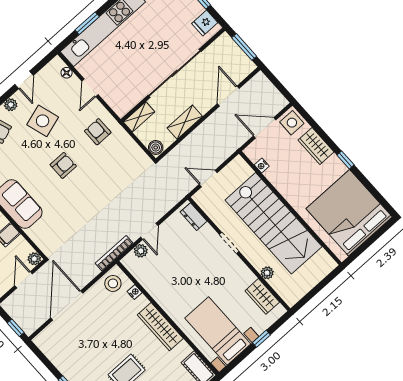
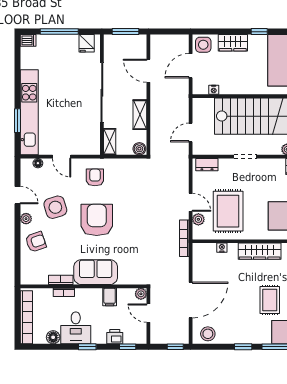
armchair: (98, 132) -> (95, 177), turned 90
armchair: (63, 165) -> (97, 220), width x1.88, depth x1.88
rug: (170, 270) -> (228, 211), added
stool: (113, 283) -> (208, 334), moved
door: (67, 305) -> (191, 300), swing flipped

